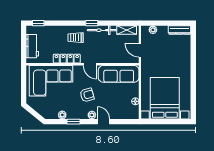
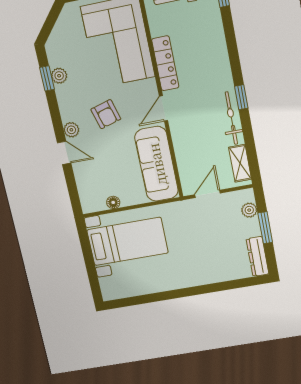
window: (164, 23) -> (265, 228), added
trolley: (76, 38) -> (208, 72), removed
bed with nightstands: (165, 98) -> (127, 241), width x0.73
window: (74, 122) -> (47, 78), moved
door: (103, 122) -> (64, 153), hinge flipped

